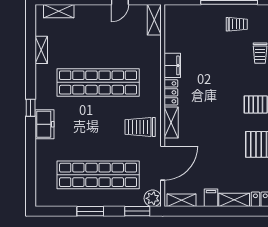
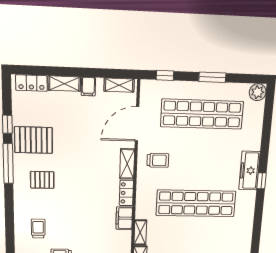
shelving: (41, 50) -> (140, 232), moved
freezer: (44, 124) -> (249, 171), width x1.40
trolley: (140, 127) -> (158, 160), width x0.73, depth x0.72
plant: (153, 198) -> (258, 92), moved
window: (137, 211) -> (165, 75), width x0.67

